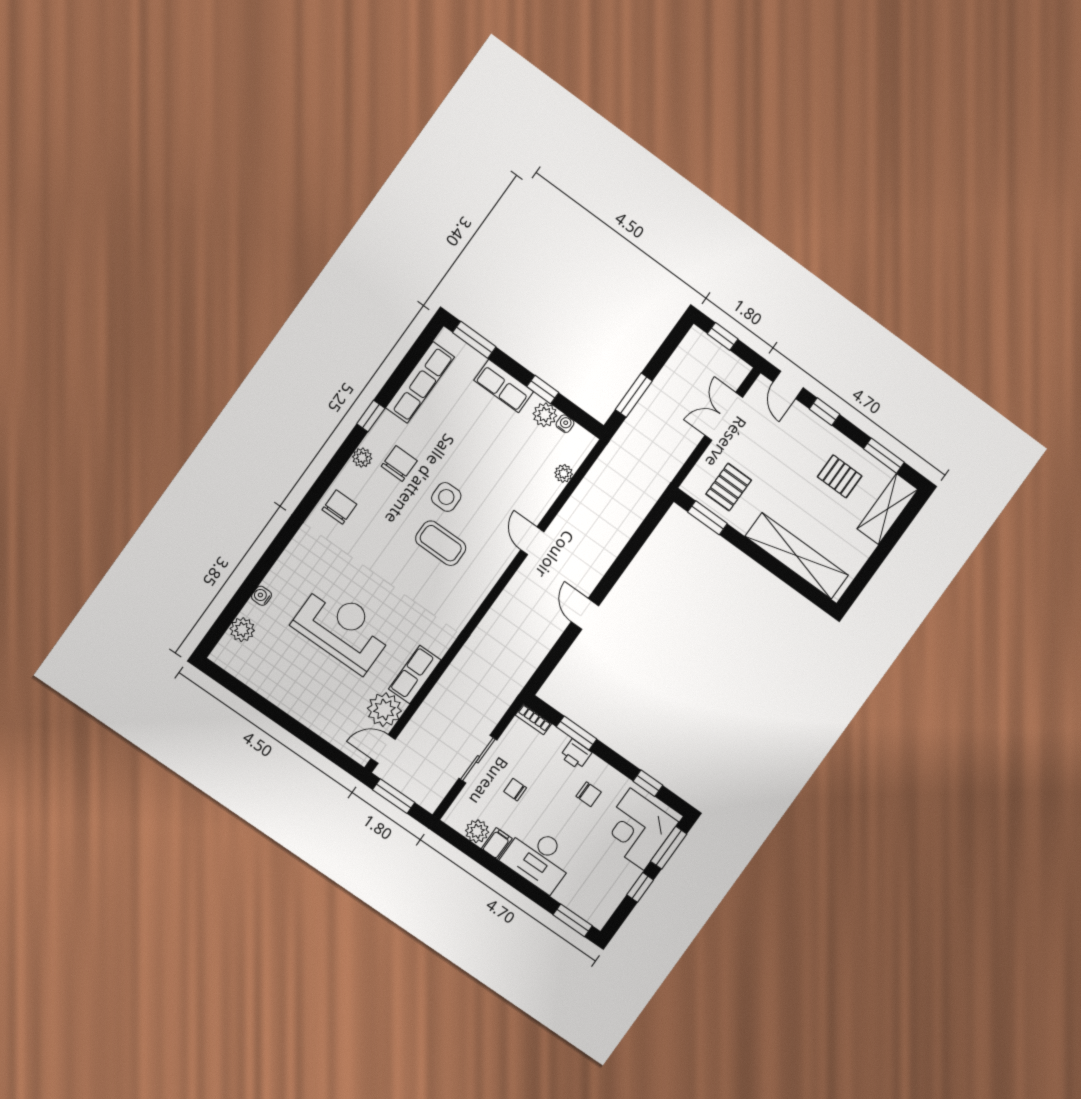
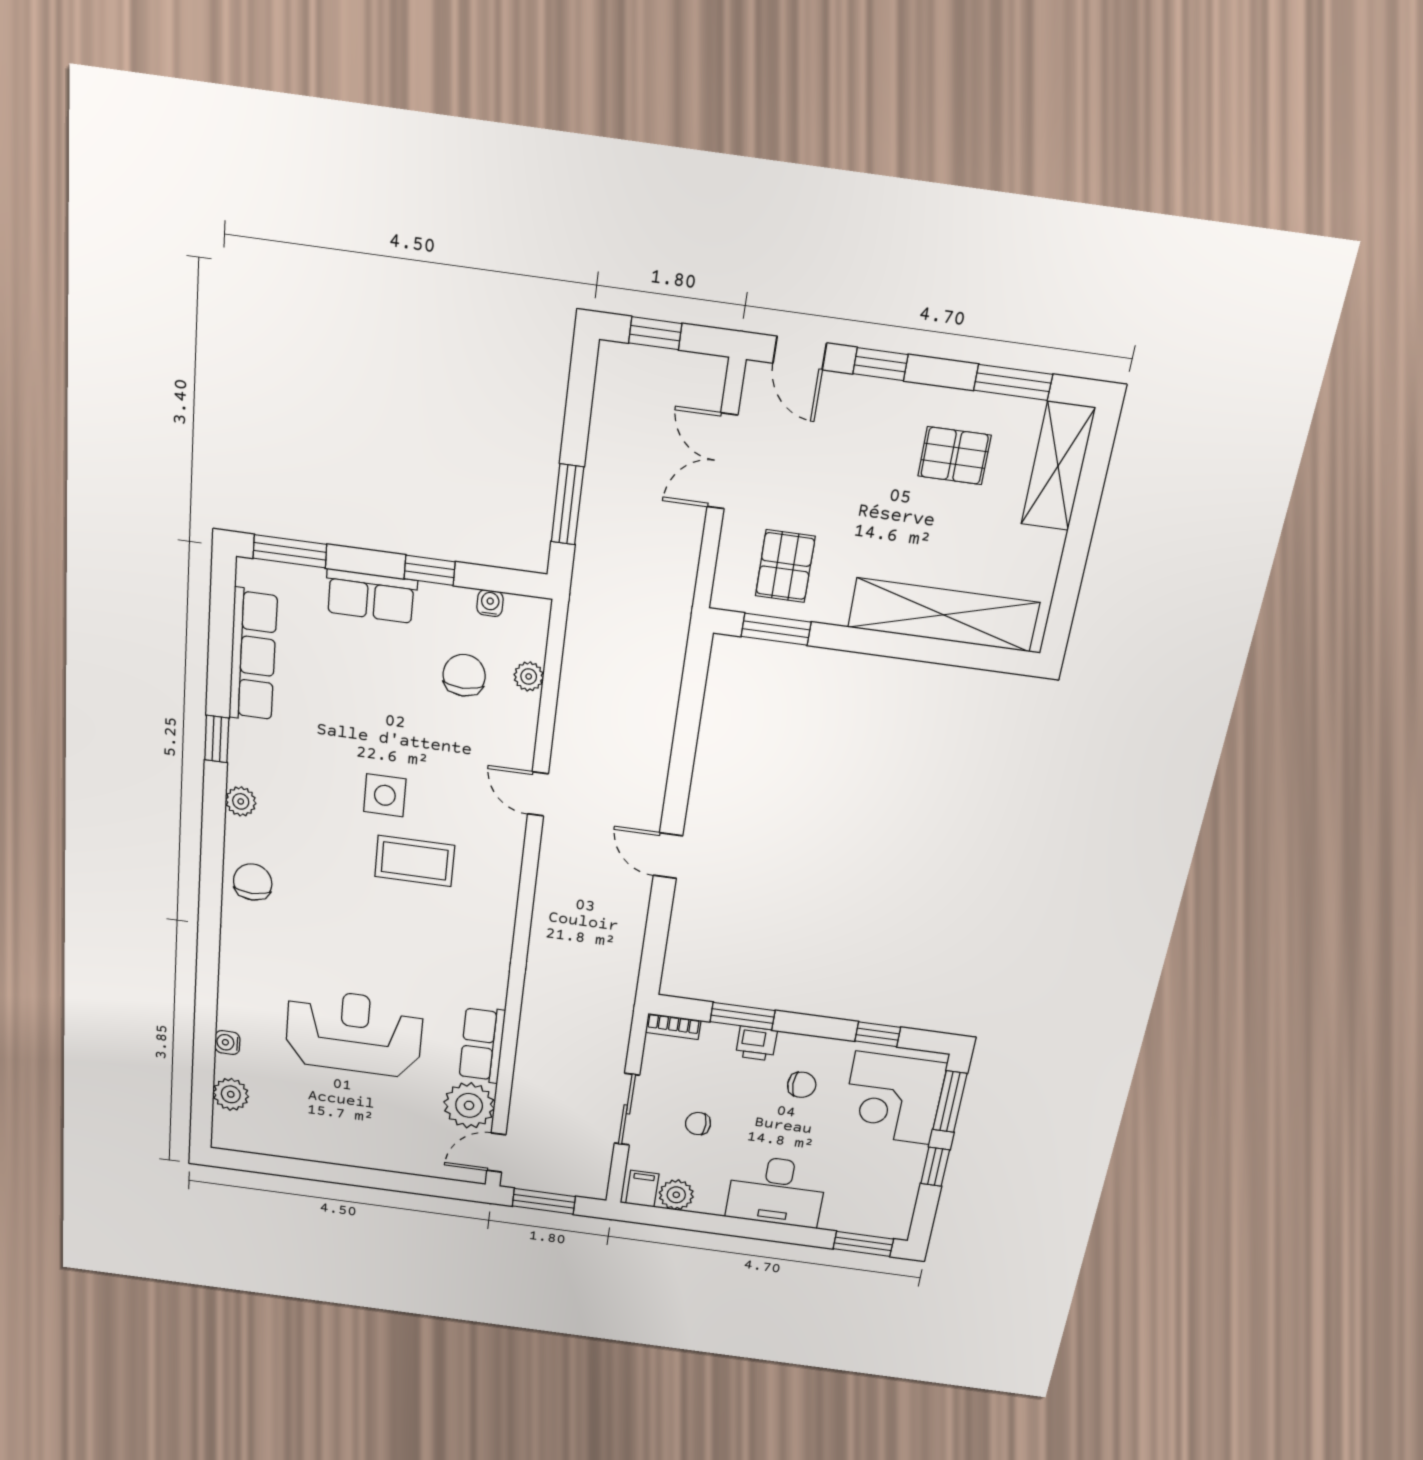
plant: (545, 415) -> (454, 606), removed
chair: (399, 463) -> (464, 675), moved
filing cabinet: (497, 844) -> (642, 1189), moved

